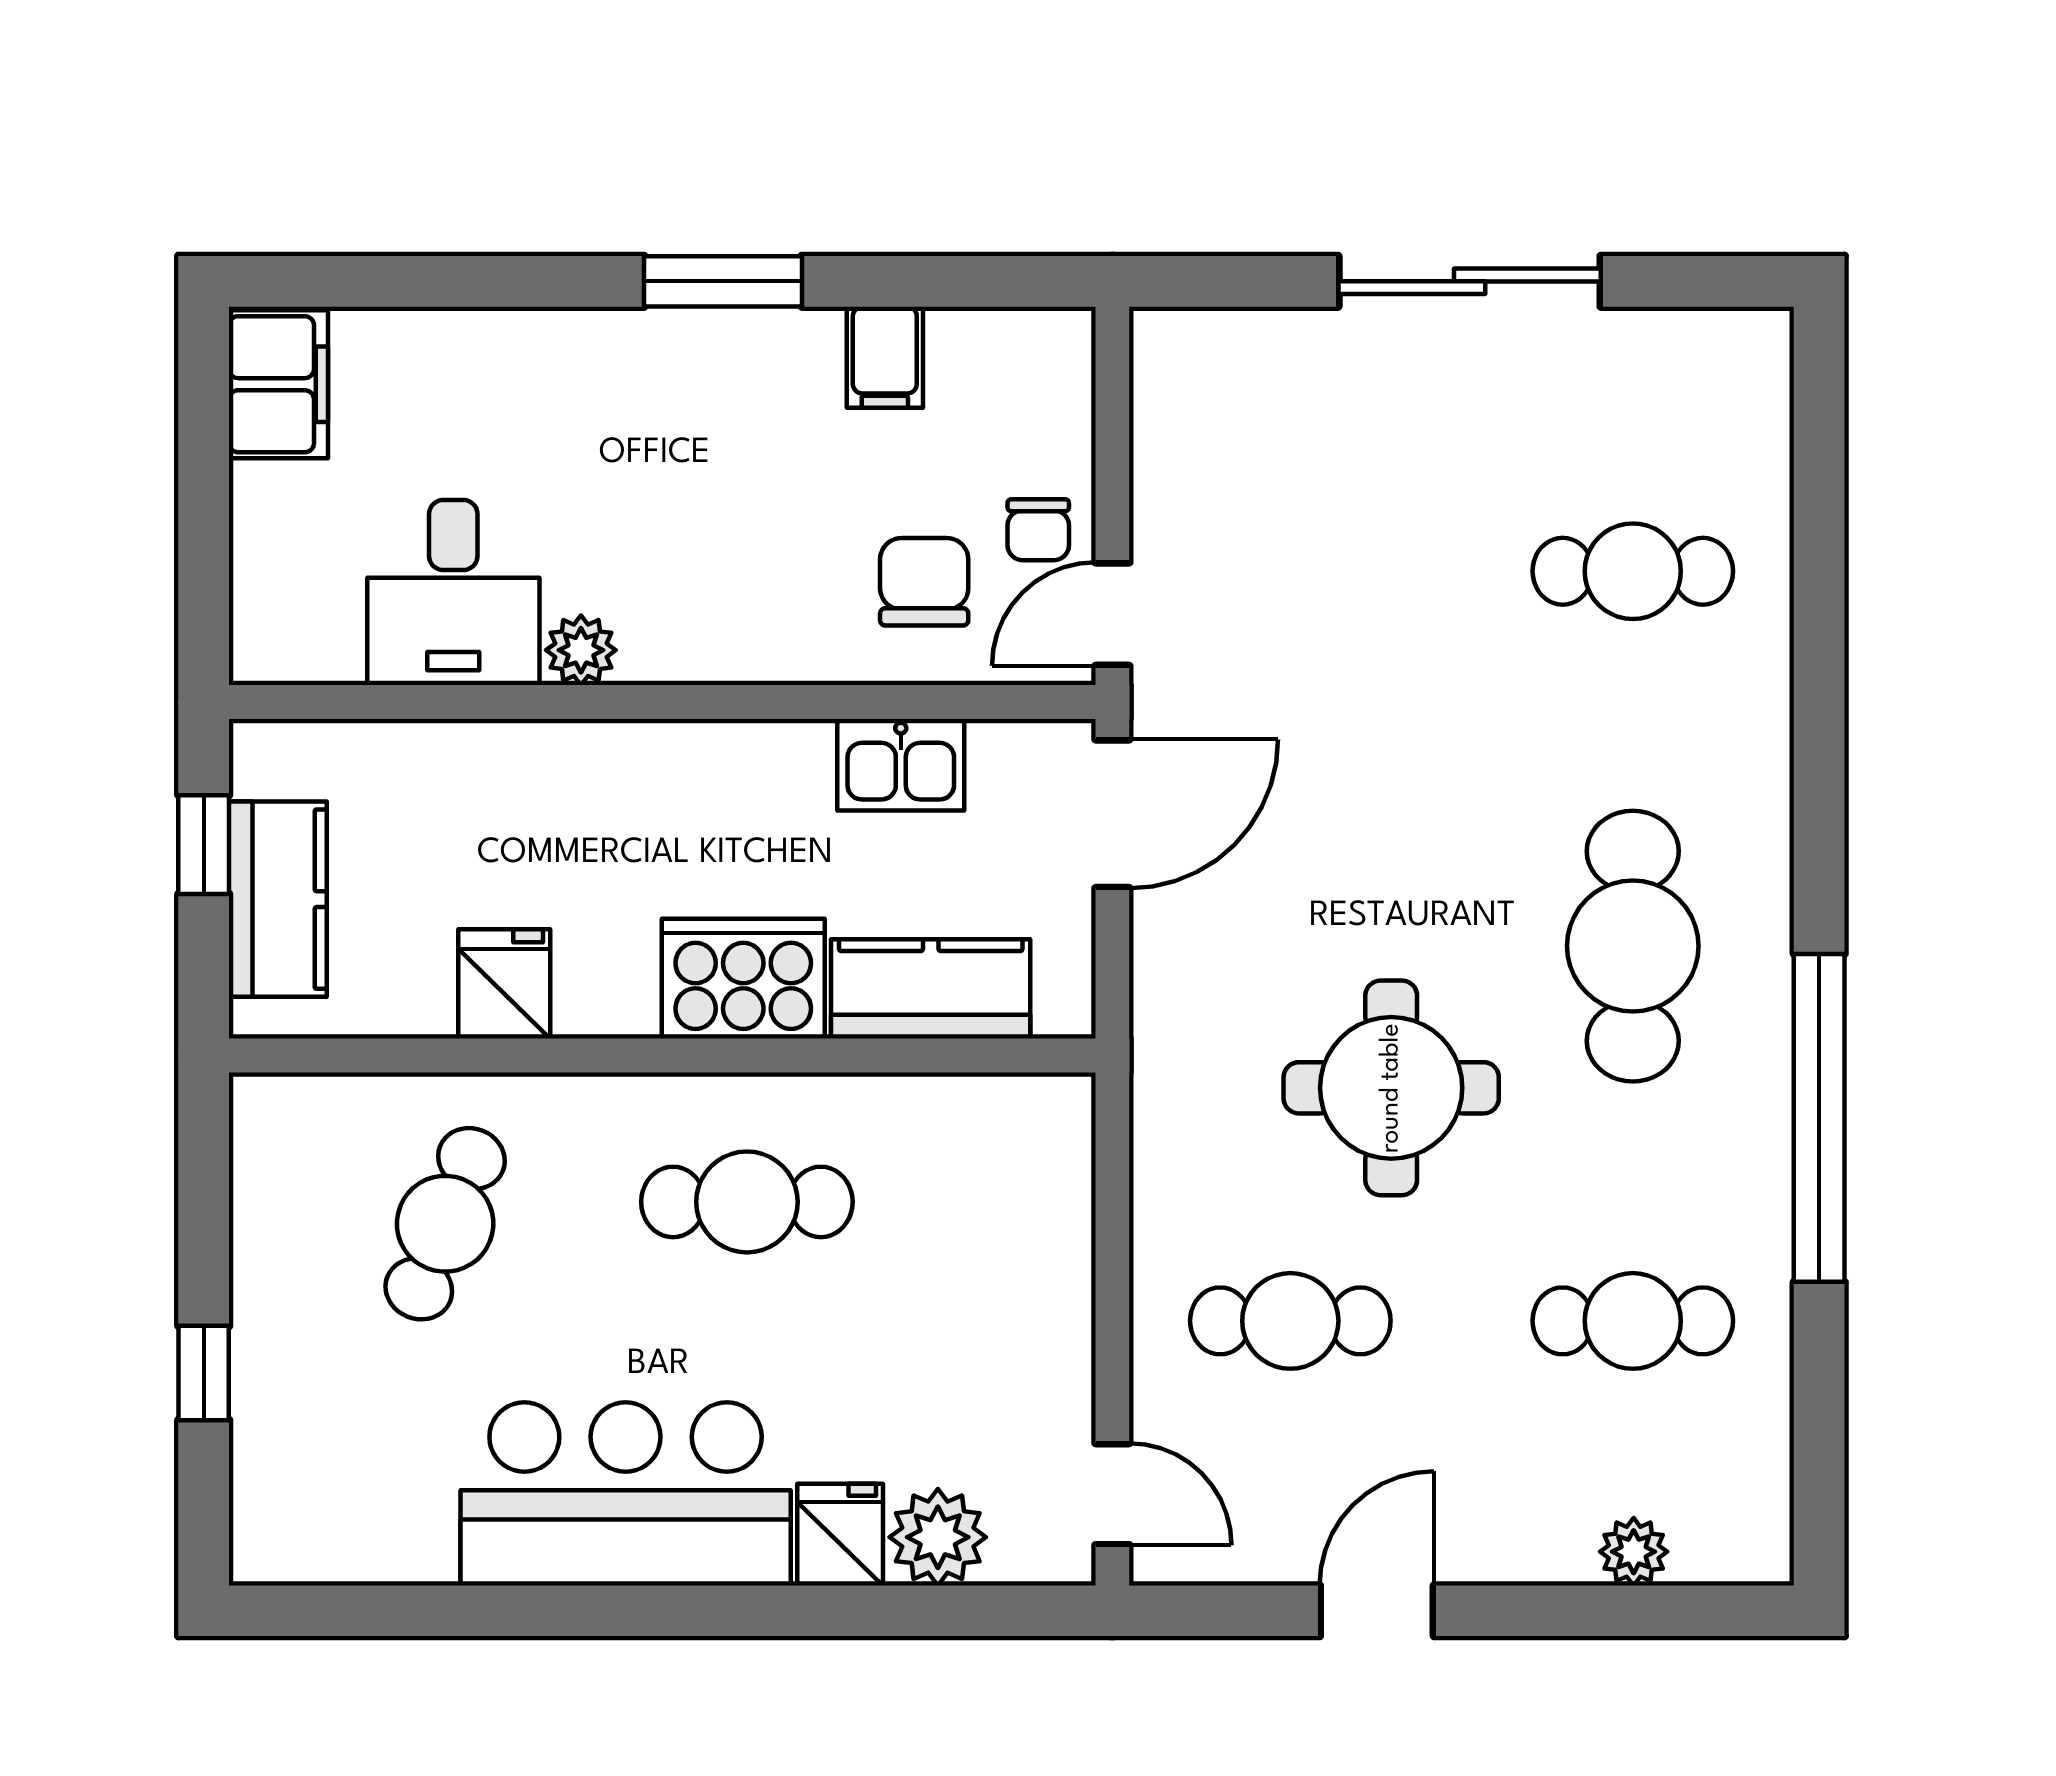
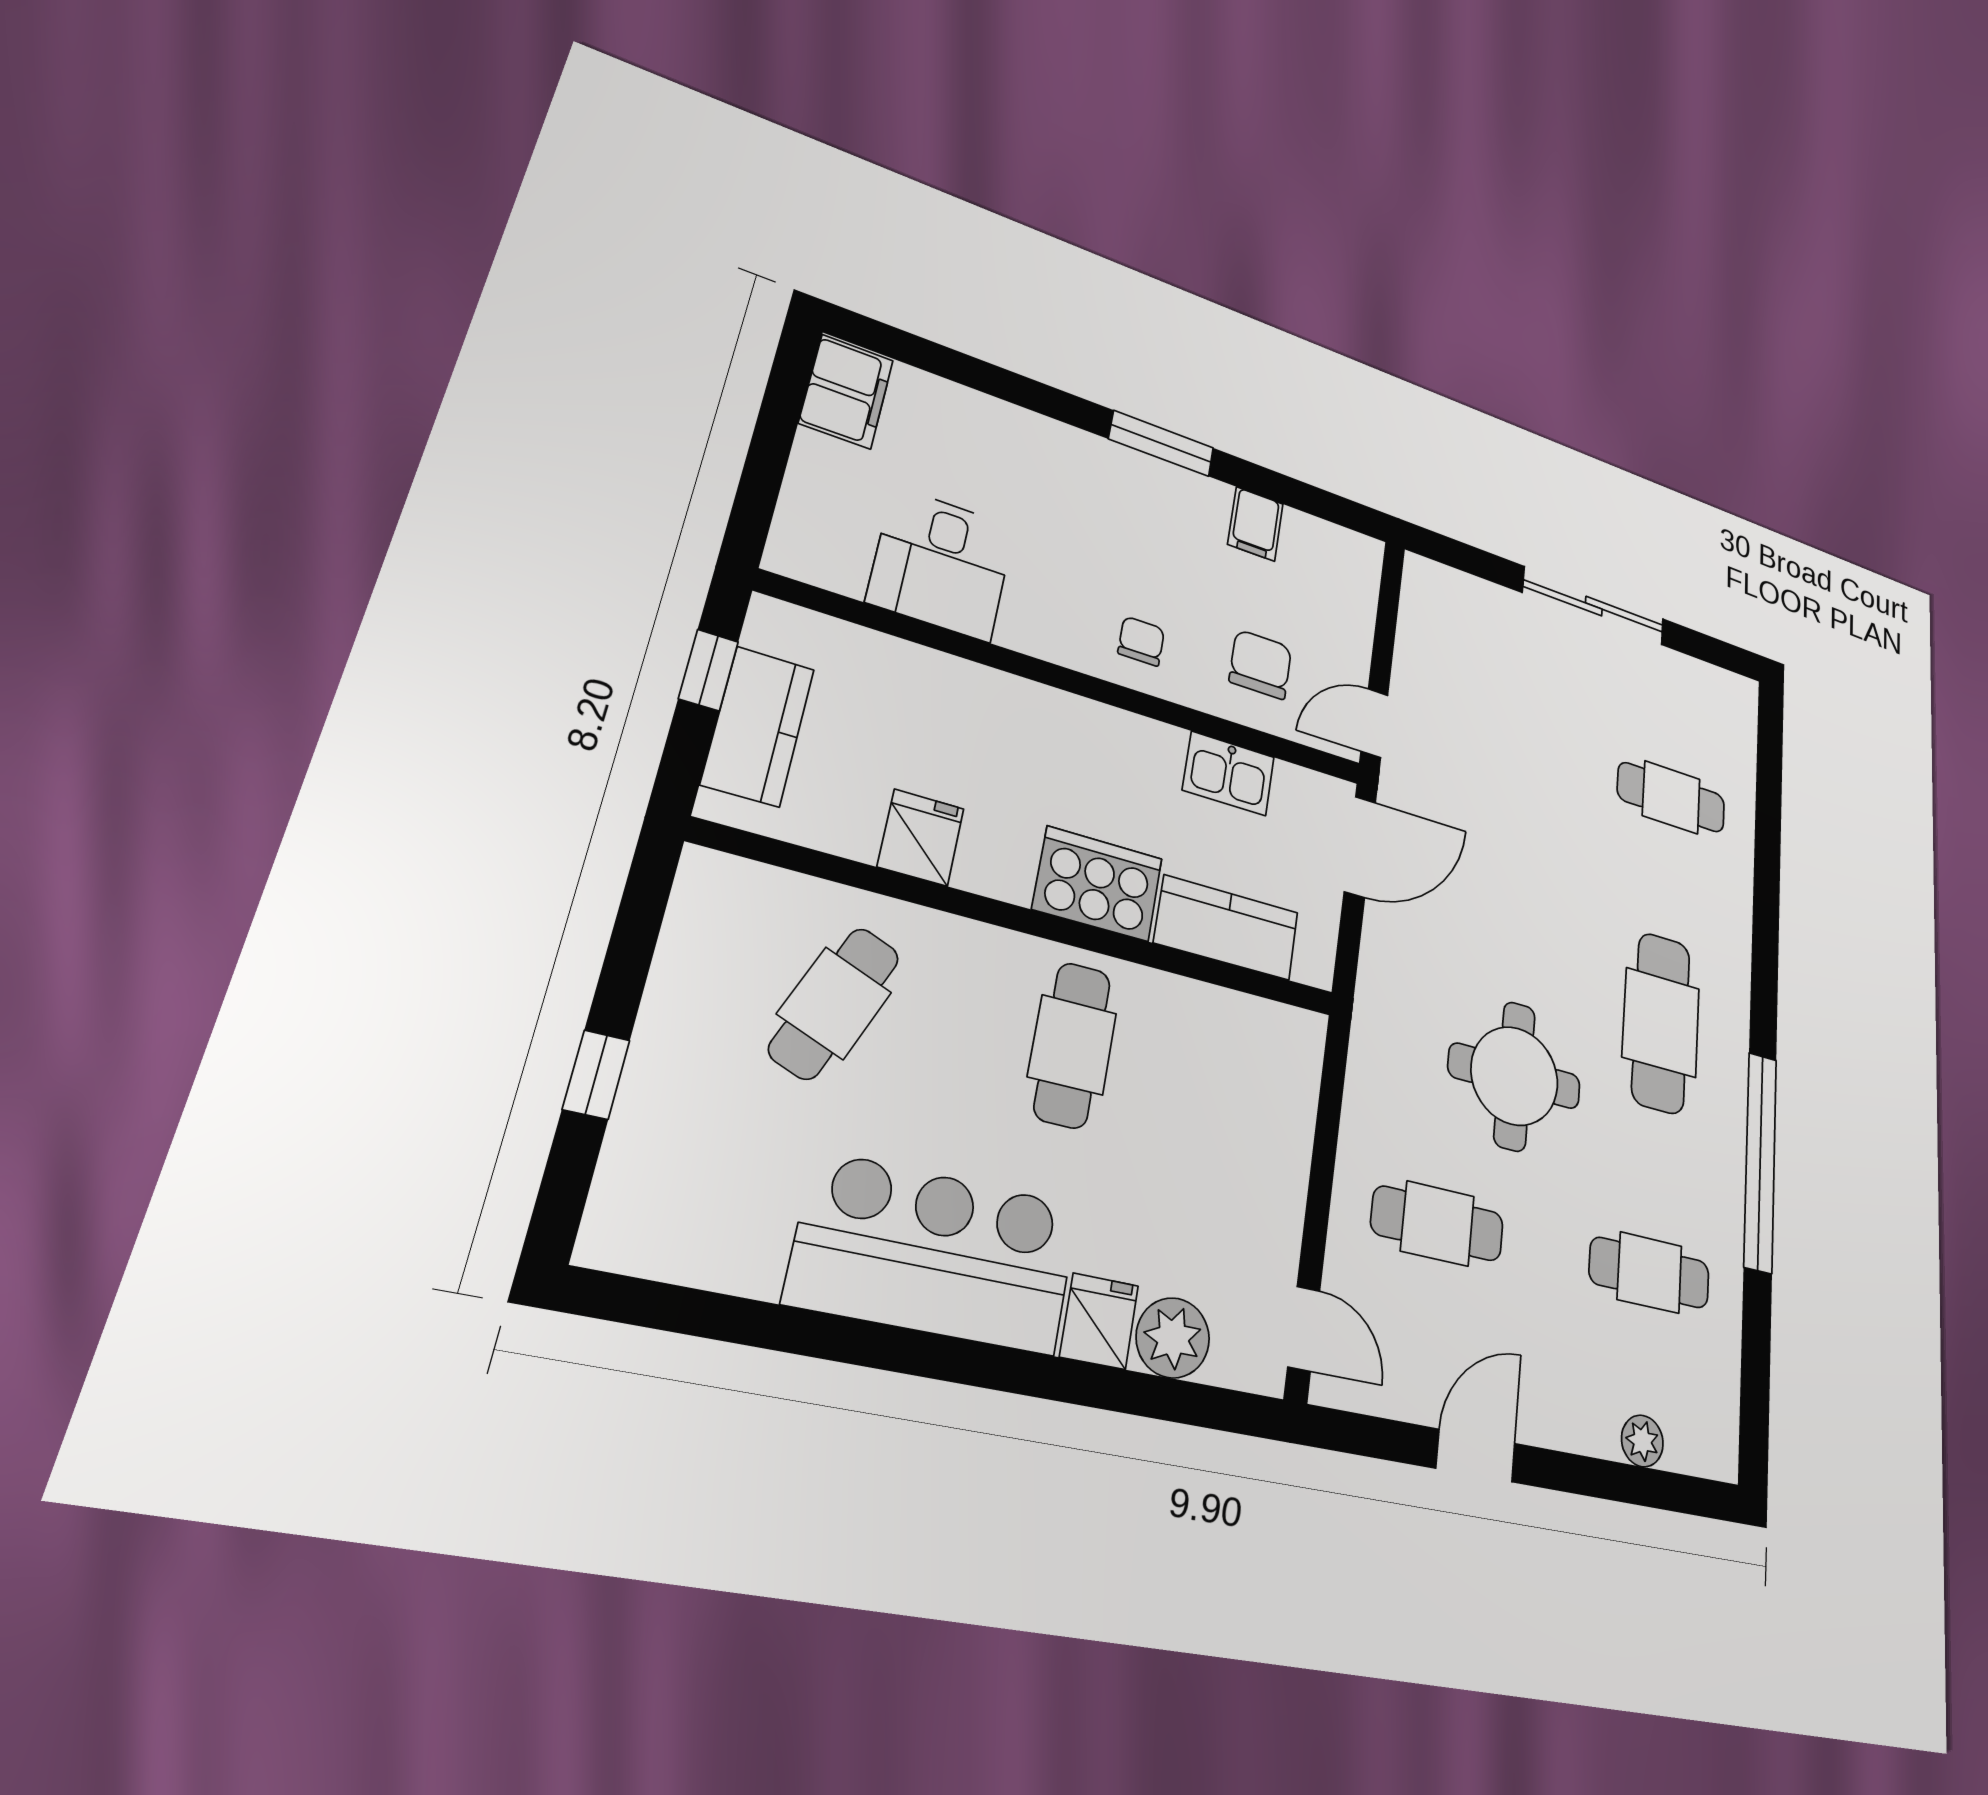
chair: (1038, 530) -> (1141, 641), moved, turned 180
plant: (581, 650) -> (1024, 631), removed
cafe table: (747, 1202) -> (1072, 1045), turned 90

